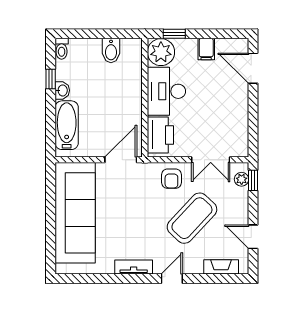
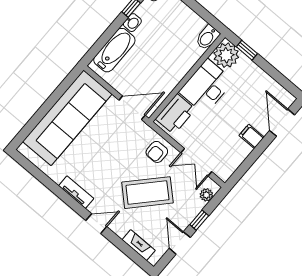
filing cabinet: (206, 49) -> (252, 136), moved, turned 90
bidet: (111, 51) -> (208, 37), moved
window: (253, 180) -> (199, 220), moved

